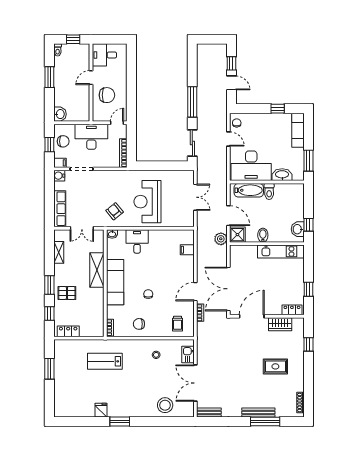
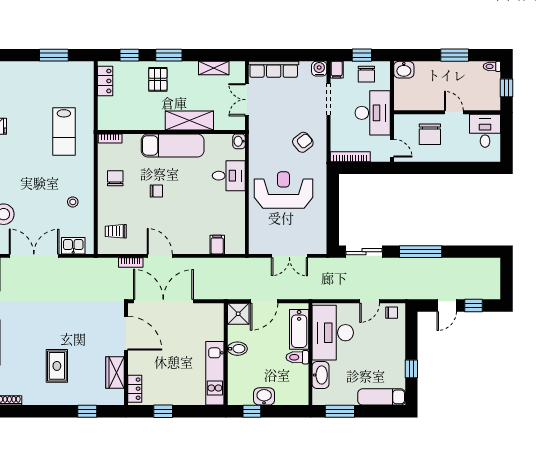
armchair: (115, 211) -> (303, 142), moved
washbasin: (298, 229) -> (264, 396), moved
plant: (221, 239) -> (232, 291), removed
lab bench: (105, 361) -> (64, 131), turned 180

